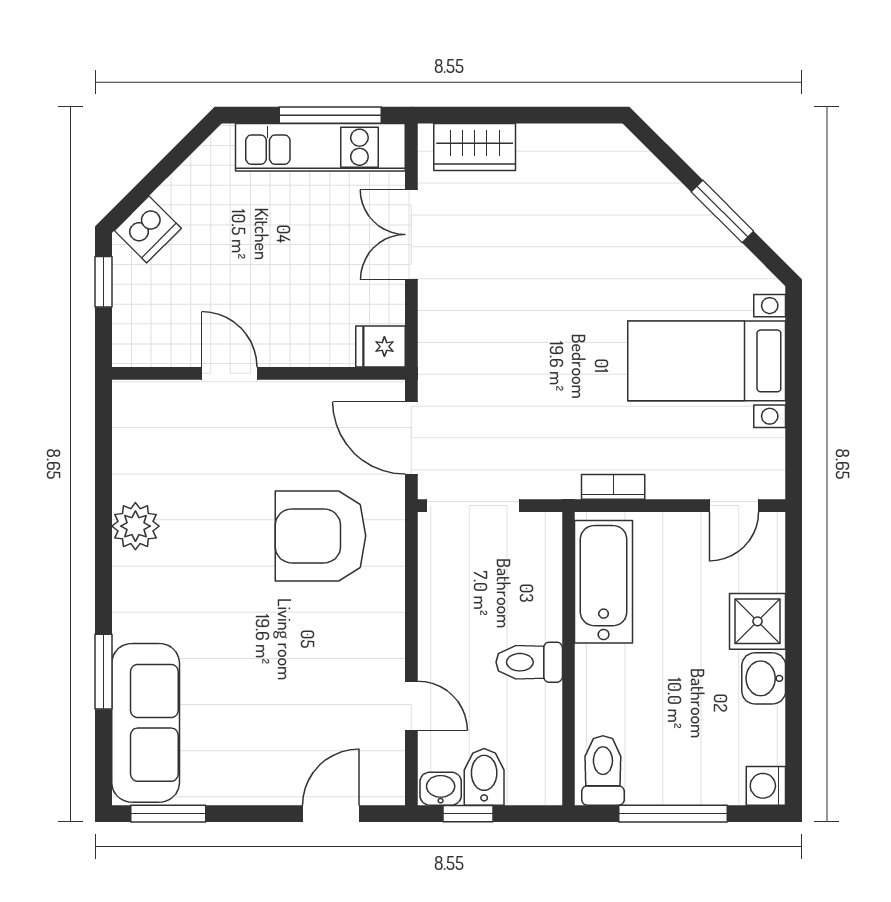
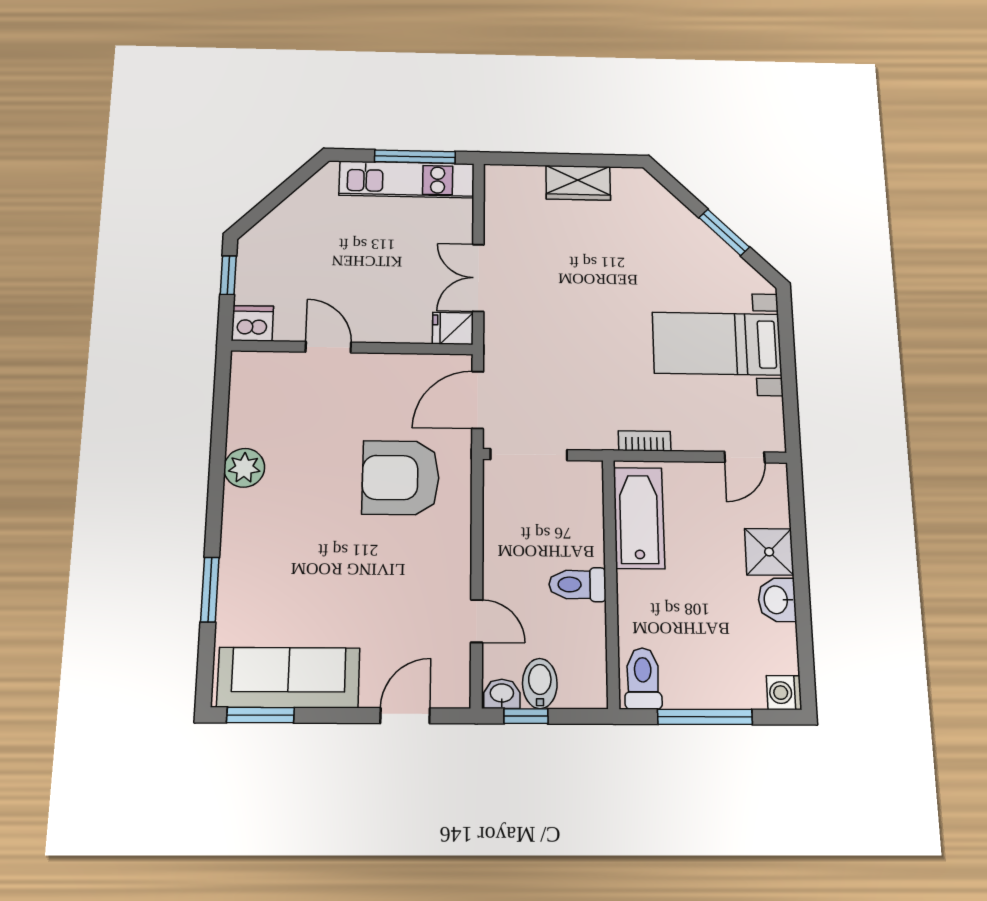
wardrobe: (475, 147) -> (578, 183), moved
dishwasher: (148, 229) -> (252, 323), moved, turned -135
double door: (411, 235) -> (478, 278), moved
door: (411, 438) -> (478, 400), hinge flipped
sofa: (146, 723) -> (289, 678), moved, turned -90

